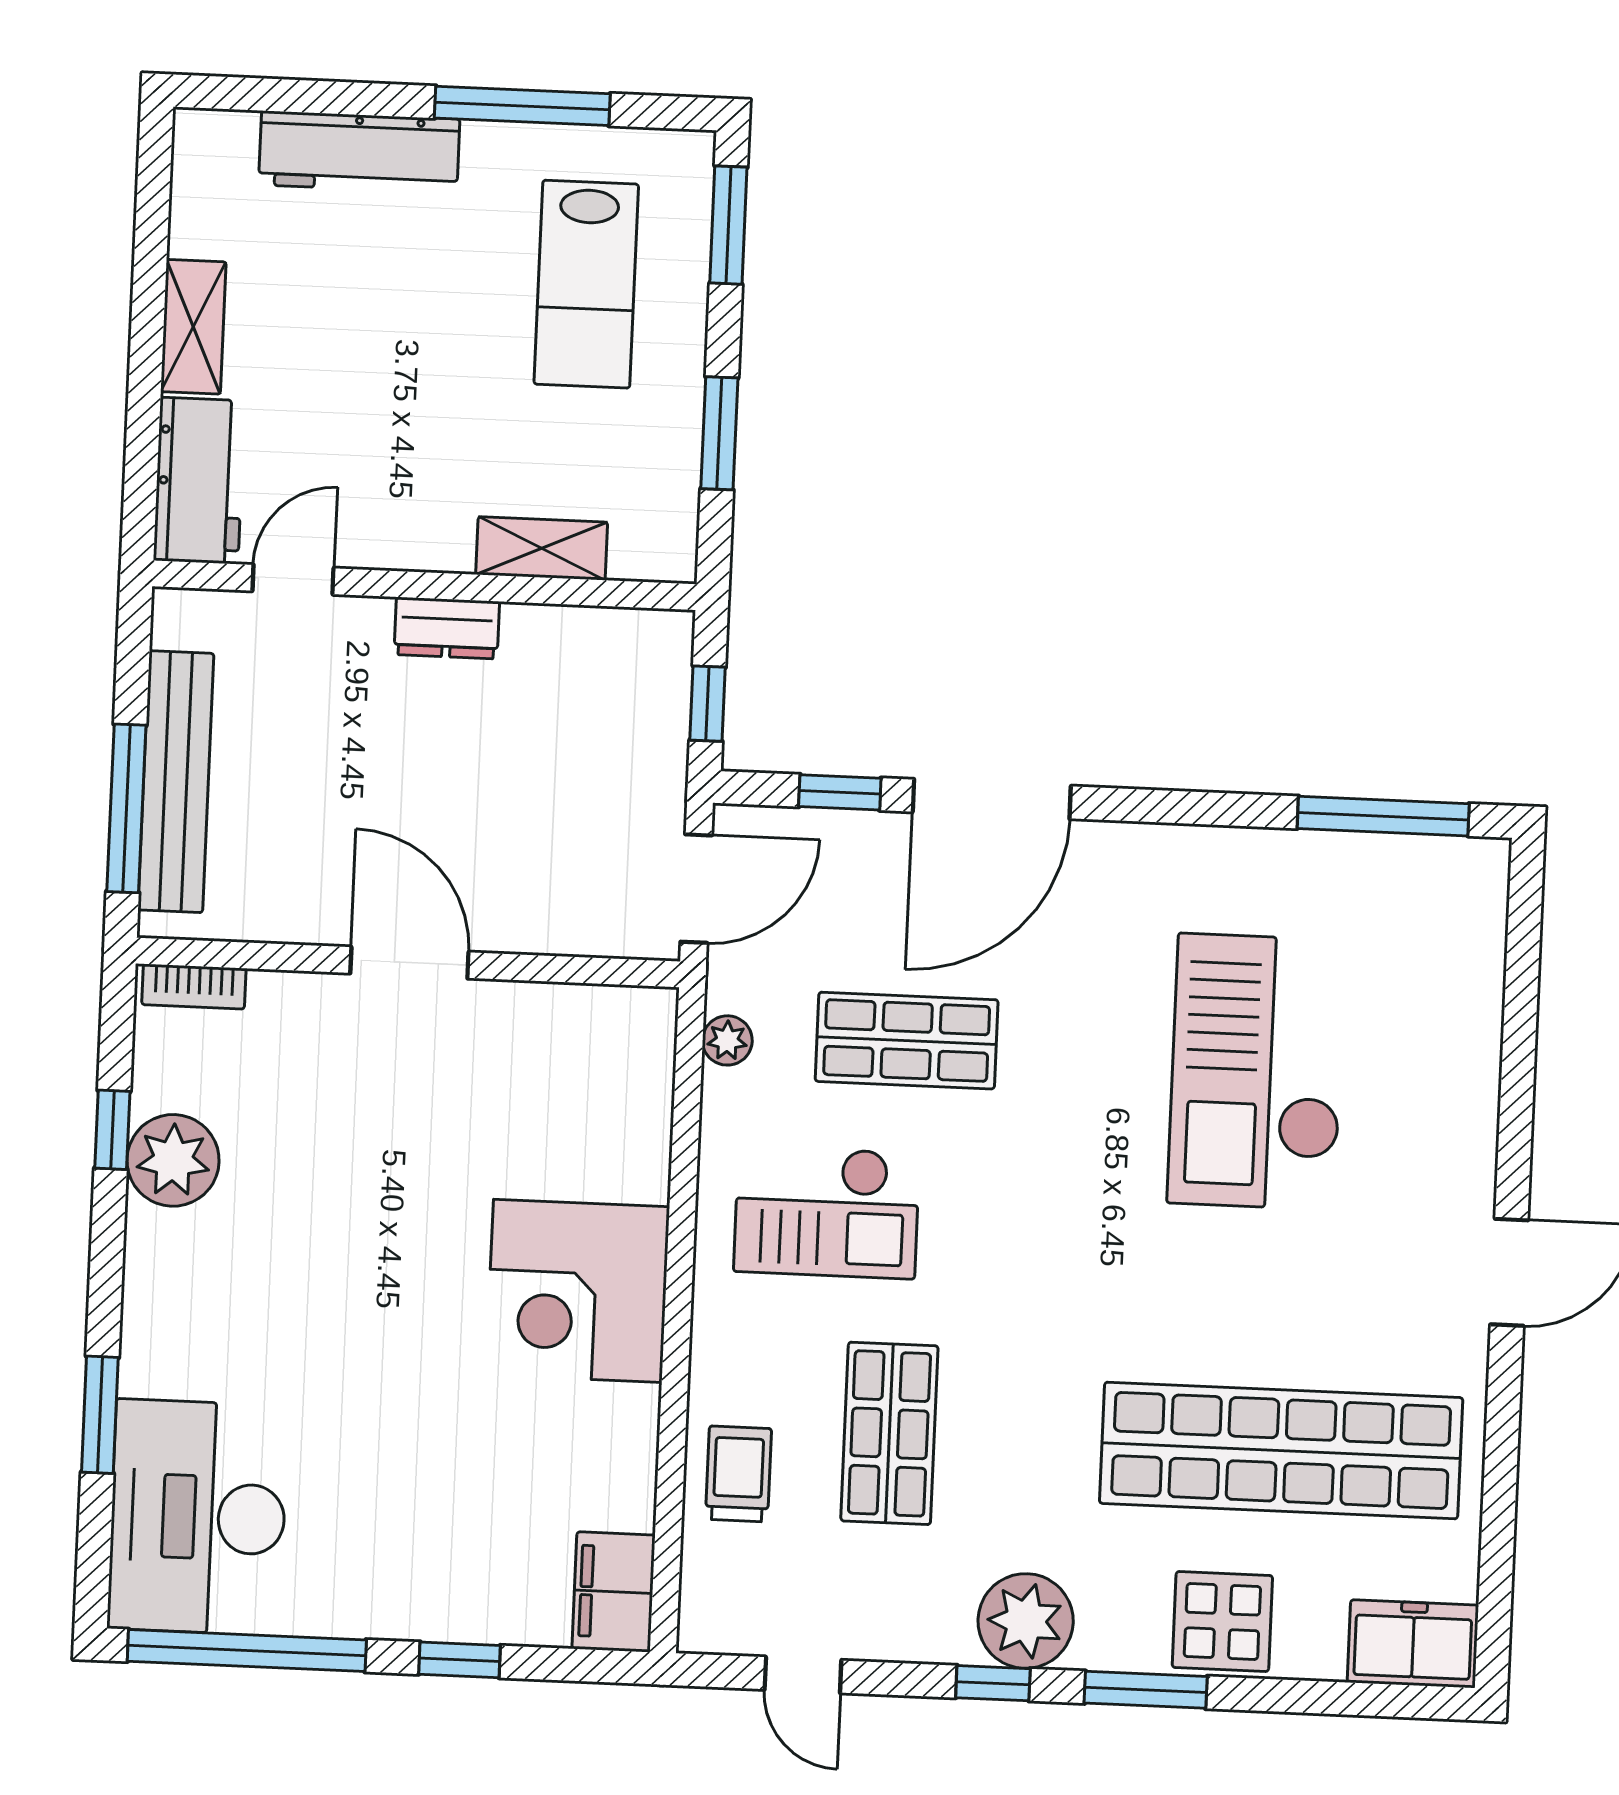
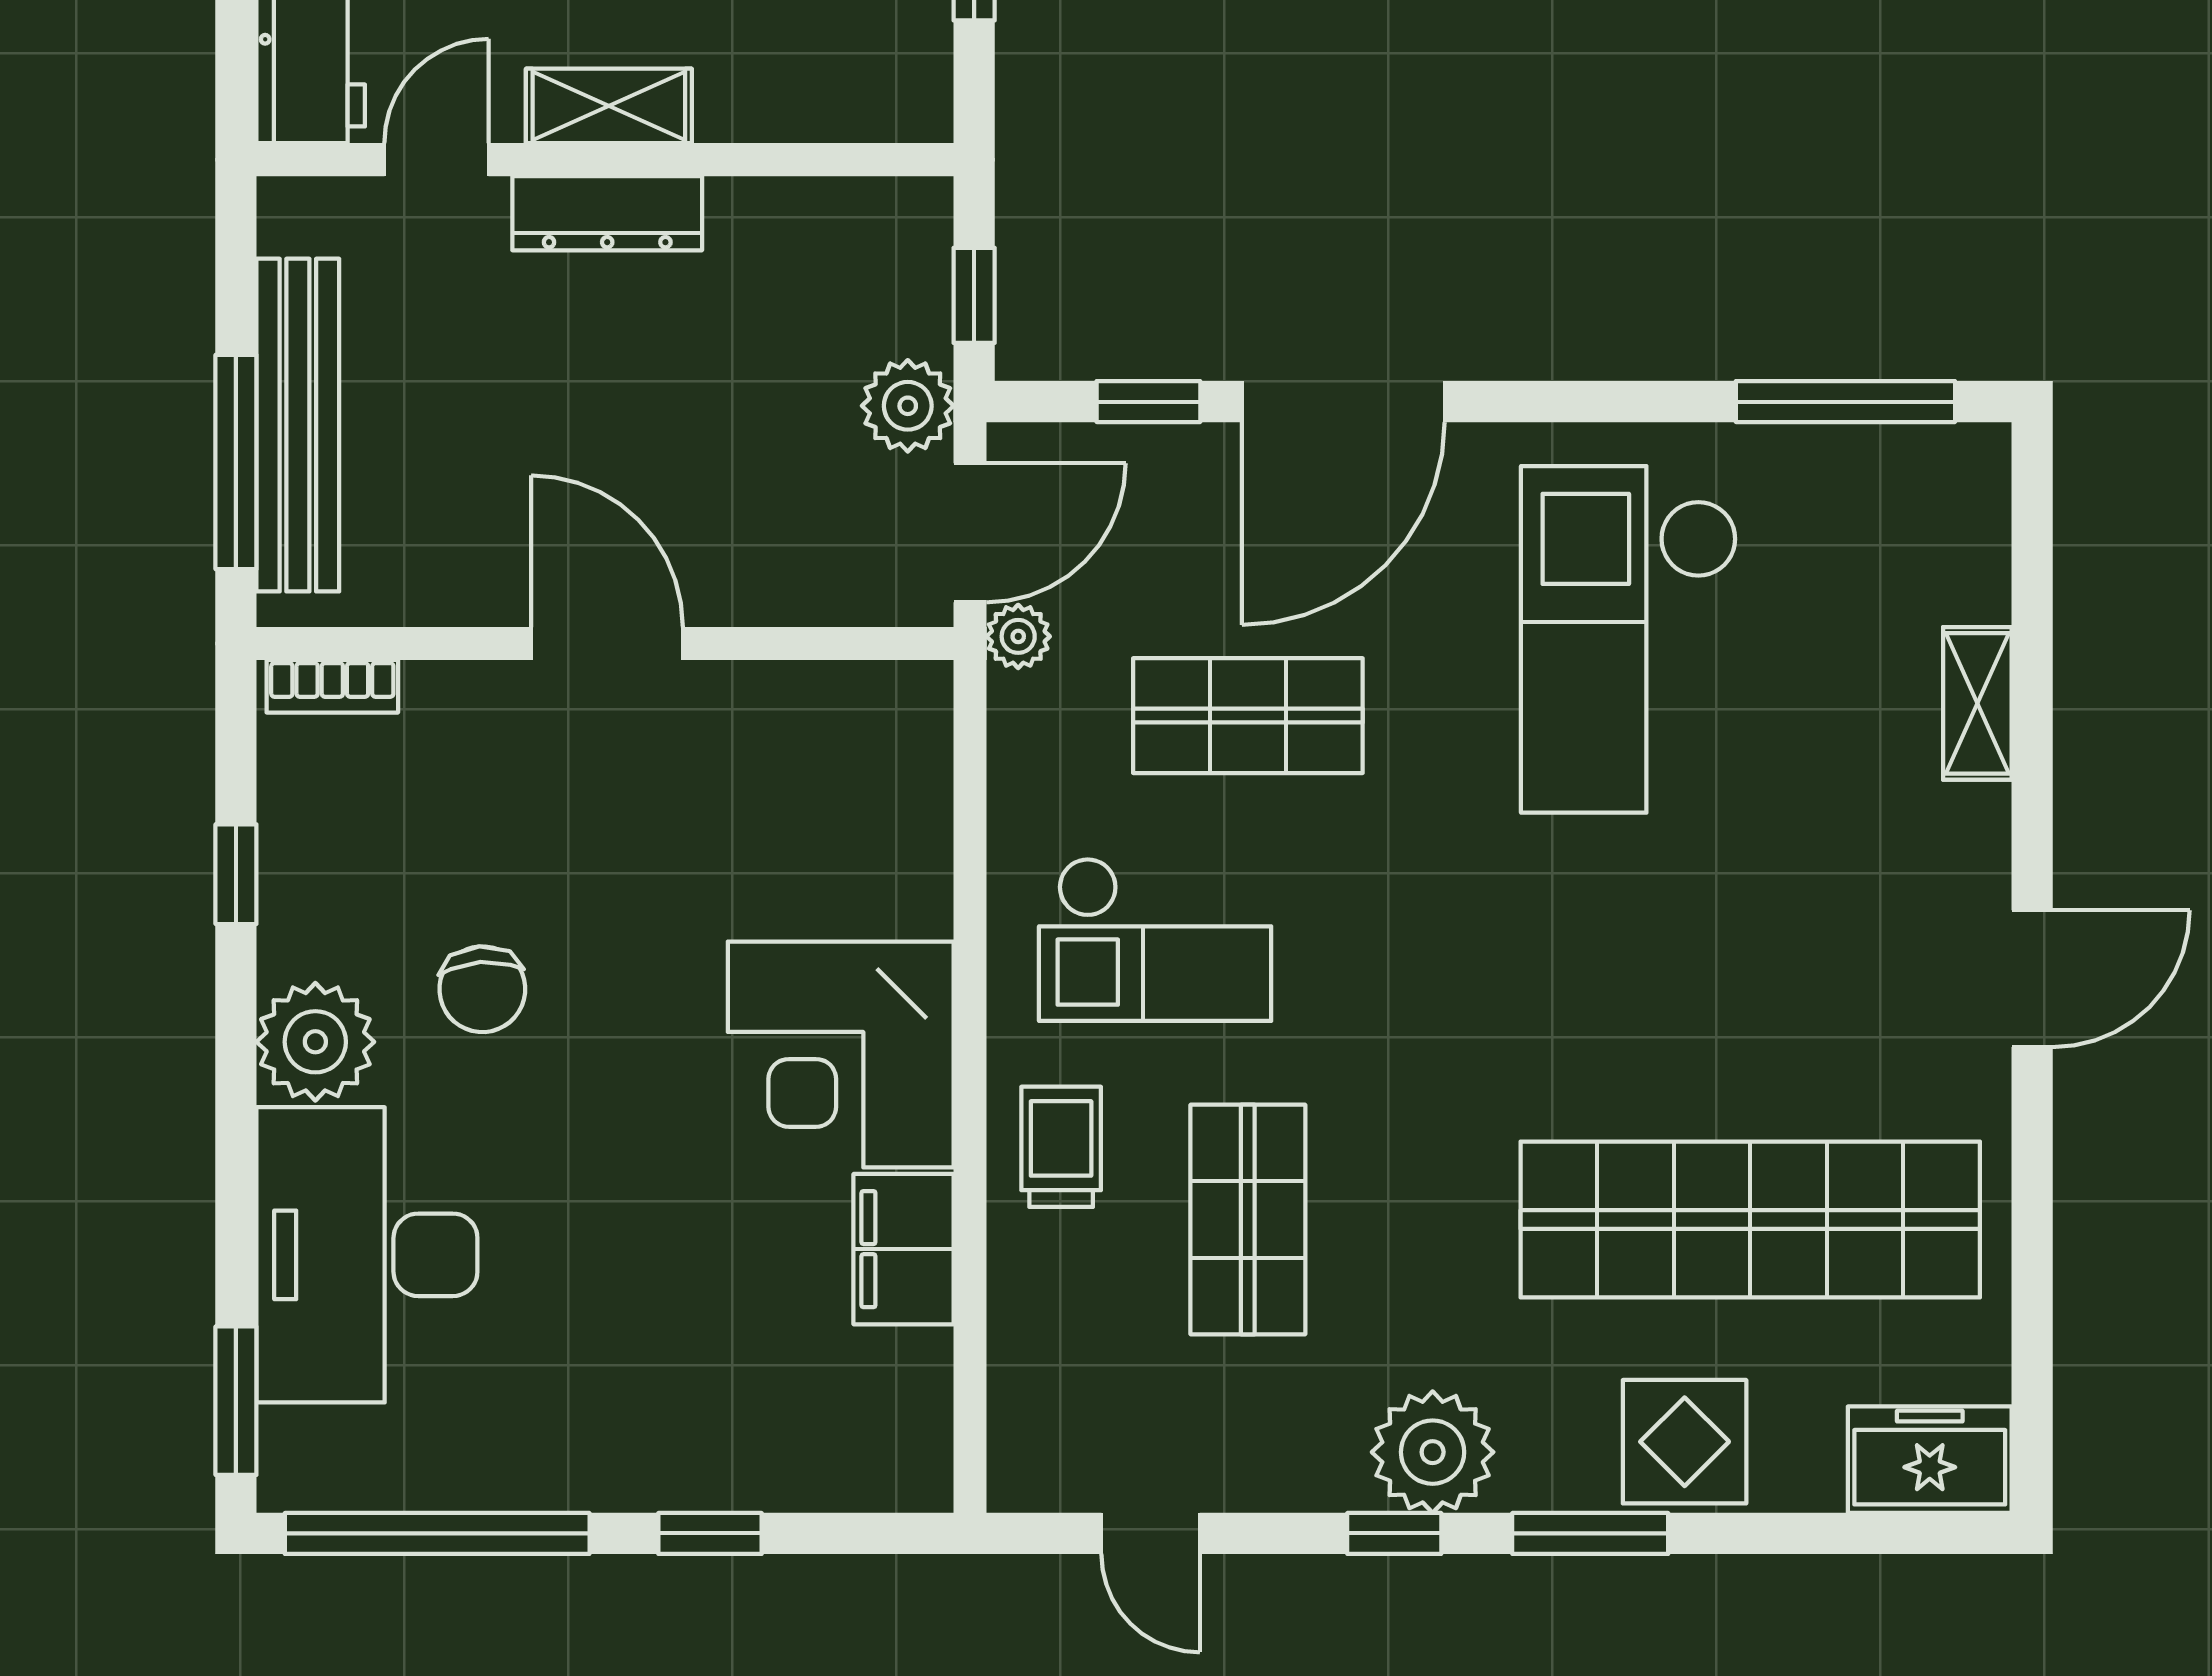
shelving: (542, 548) -> (609, 106), moved
dresser: (447, 628) -> (607, 213), width x1.44
plant: (652, 787) -> (908, 406), added
plant: (727, 1040) -> (1018, 636), moved
shelving: (1476, 1056) -> (1977, 703), added
checkout: (1257, 1072) -> (1629, 639), moved
plant: (173, 1160) -> (315, 1042), moved
chair: (301, 1228) -> (482, 989), added
window: (100, 1415) -> (236, 1401), moved
trolley: (738, 1474) -> (1061, 1147), moved
desk: (198, 1517) -> (367, 1255), moved
filing cabinet: (614, 1592) -> (904, 1249), moved

